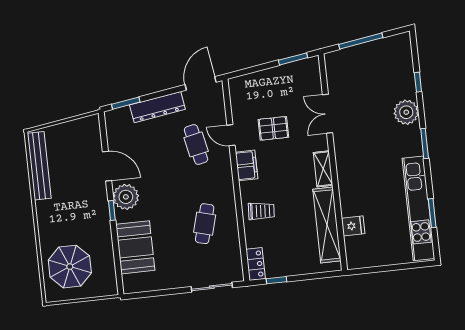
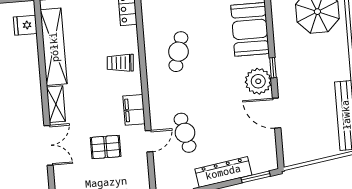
double door: (328, 114) -> (49, 145), moved
door: (231, 135) -> (149, 141), hinge flipped
fridge: (353, 226) -> (25, 25), moved

